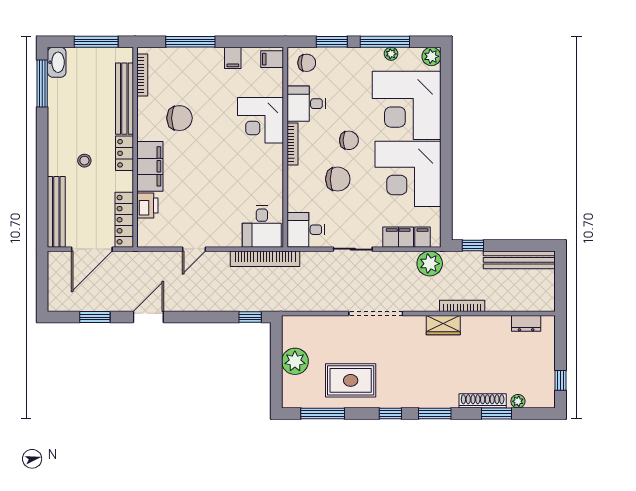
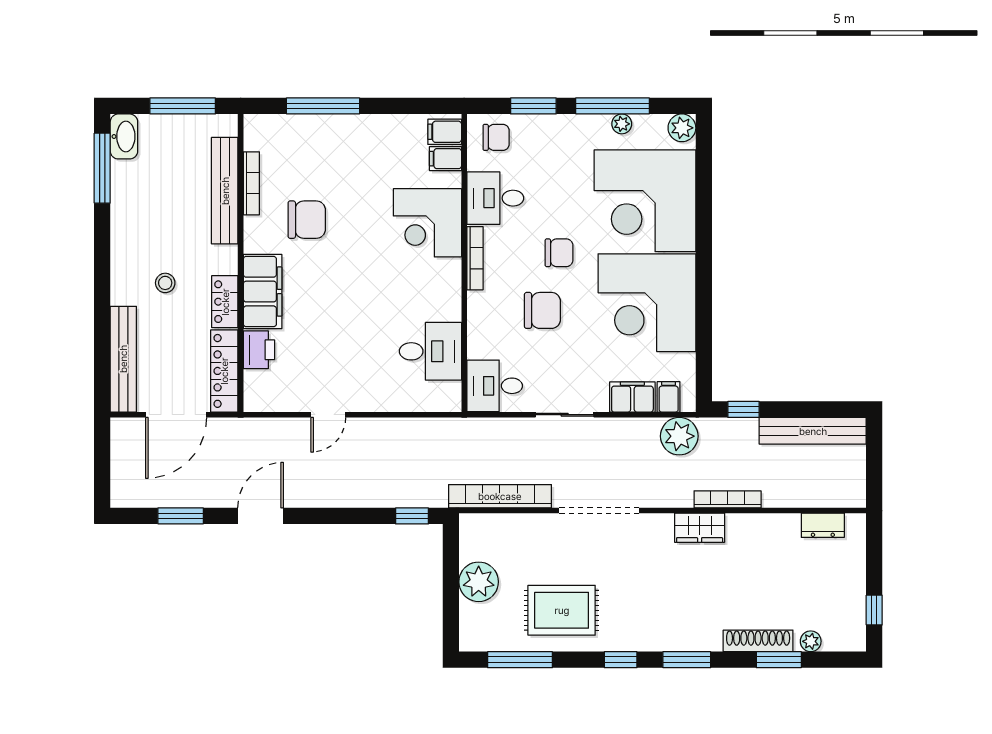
filing cabinet: (233, 58) -> (445, 159), moved, turned 90
bookcase: (142, 75) -> (251, 183), moved
locker: (124, 153) -> (225, 302), moved
desk: (262, 226) -> (430, 351), moved, turned -90
bookcase: (265, 259) -> (500, 496), moved, turned 180

